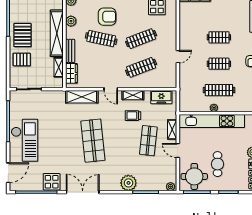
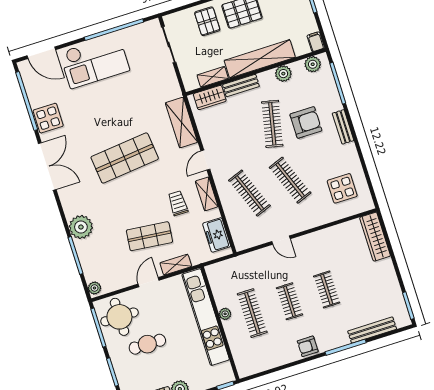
armchair: (107, 17) -> (306, 122), turned -90

